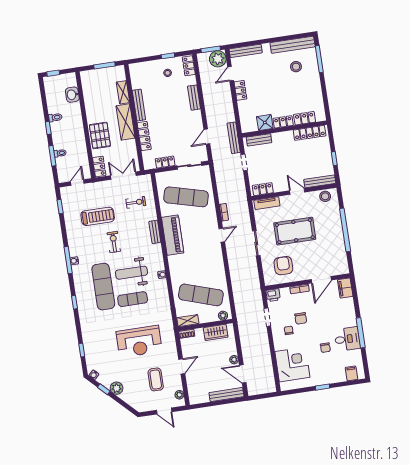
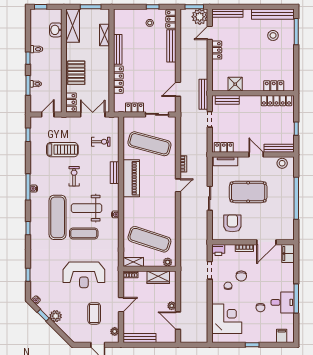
bench: (194, 98) -> (171, 46), width x1.36
shelving: (126, 122) -> (73, 26), moved
locker: (283, 122) -> (253, 86), removed
bench: (226, 395) -> (139, 338), moved

